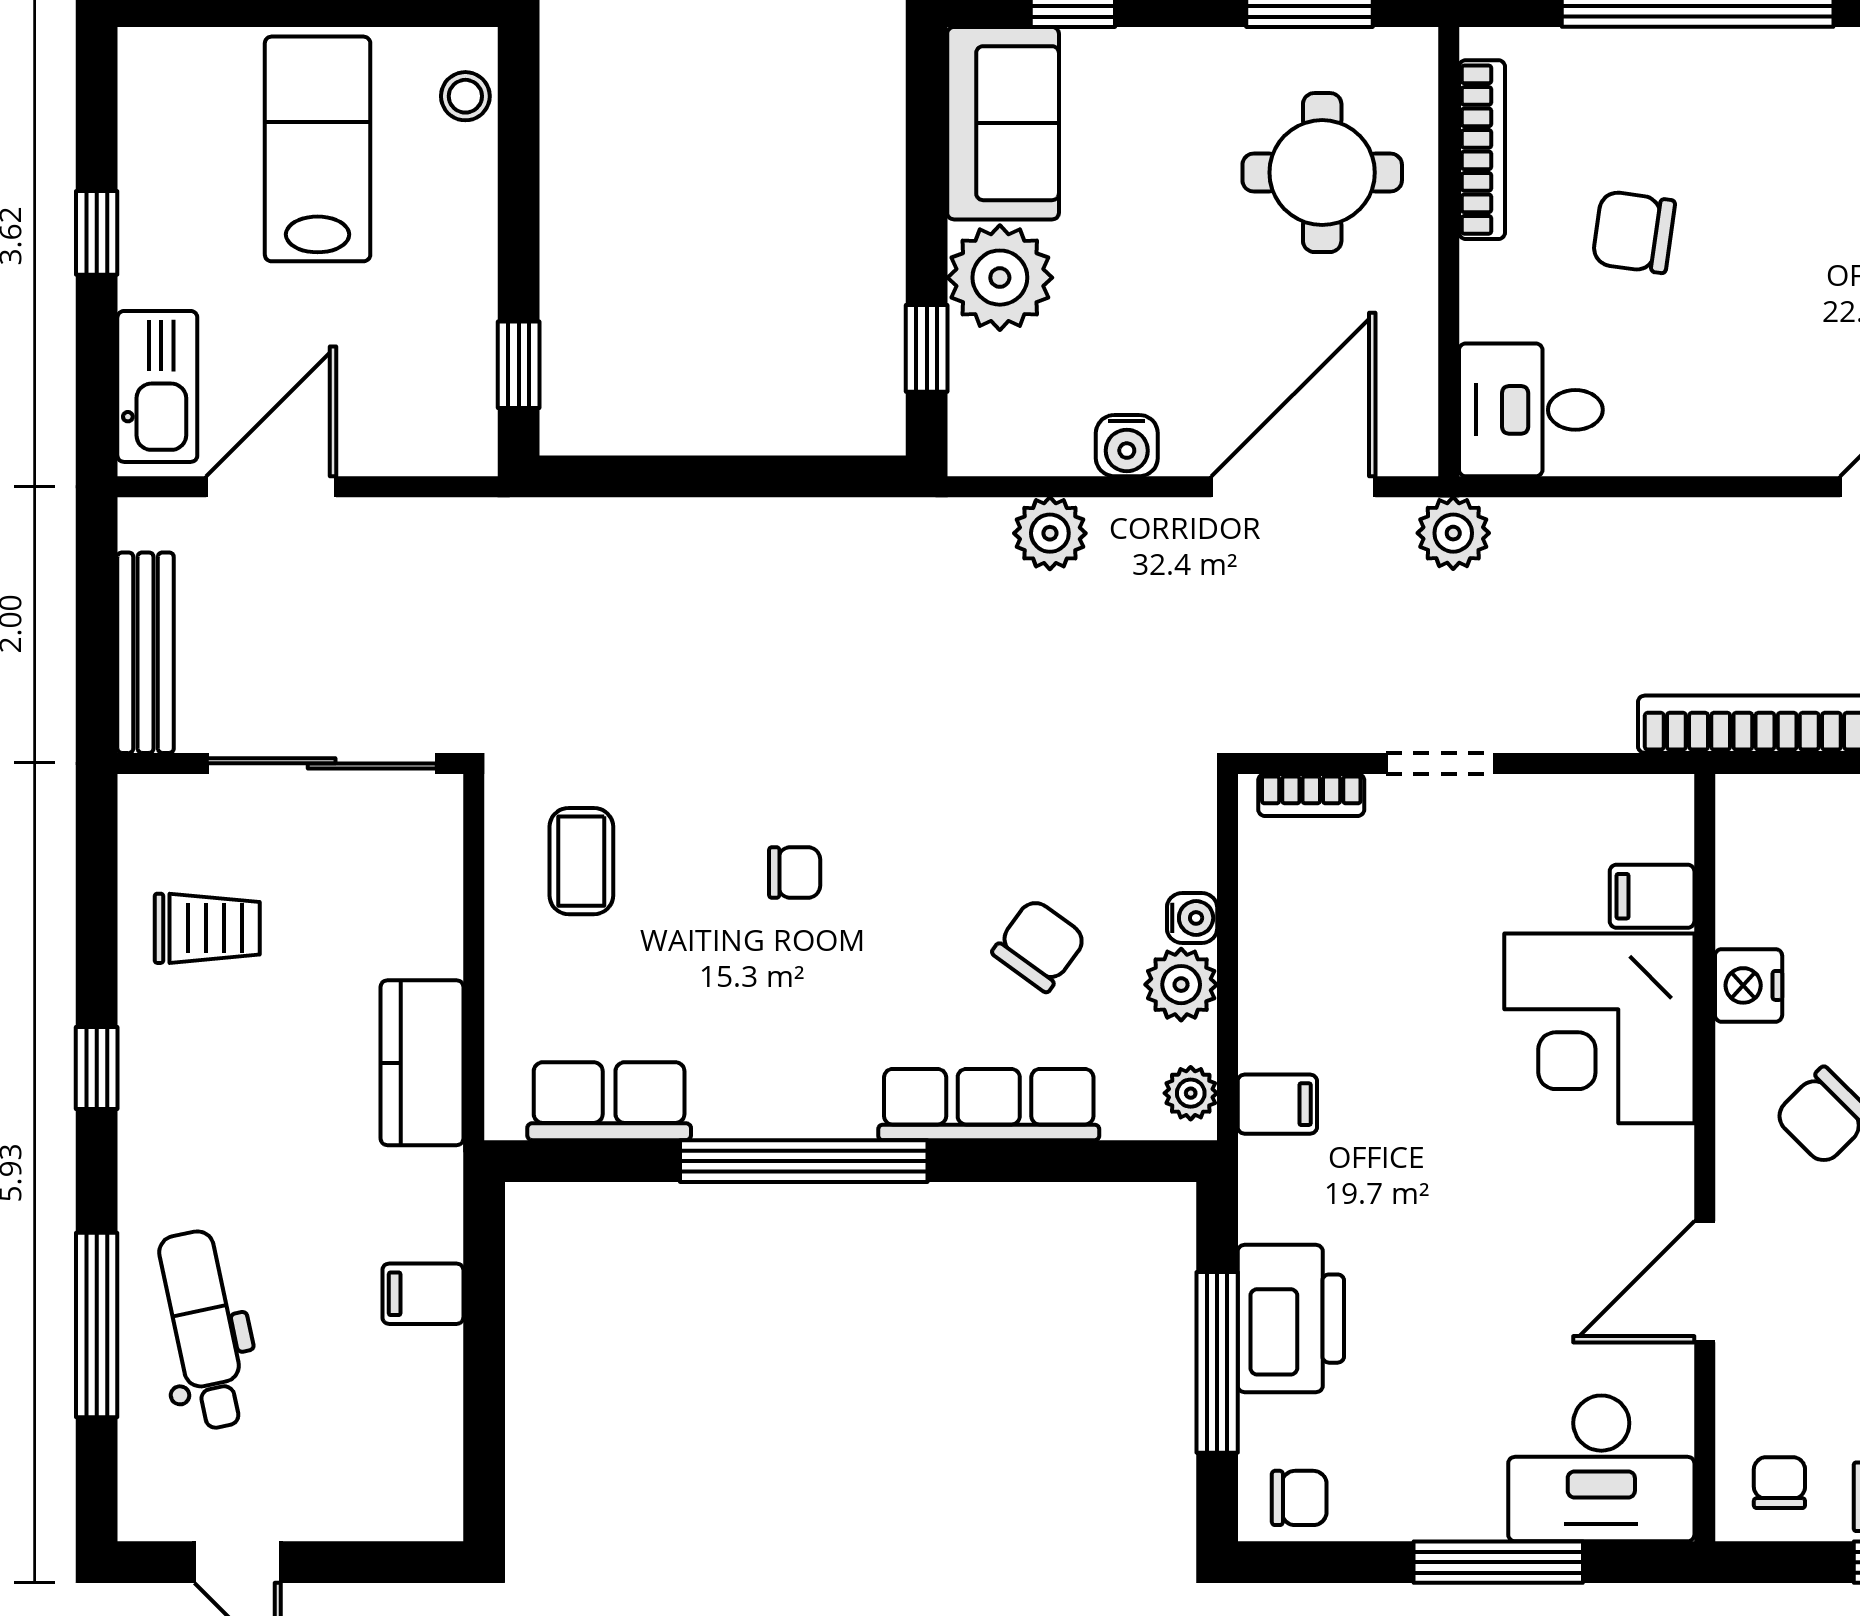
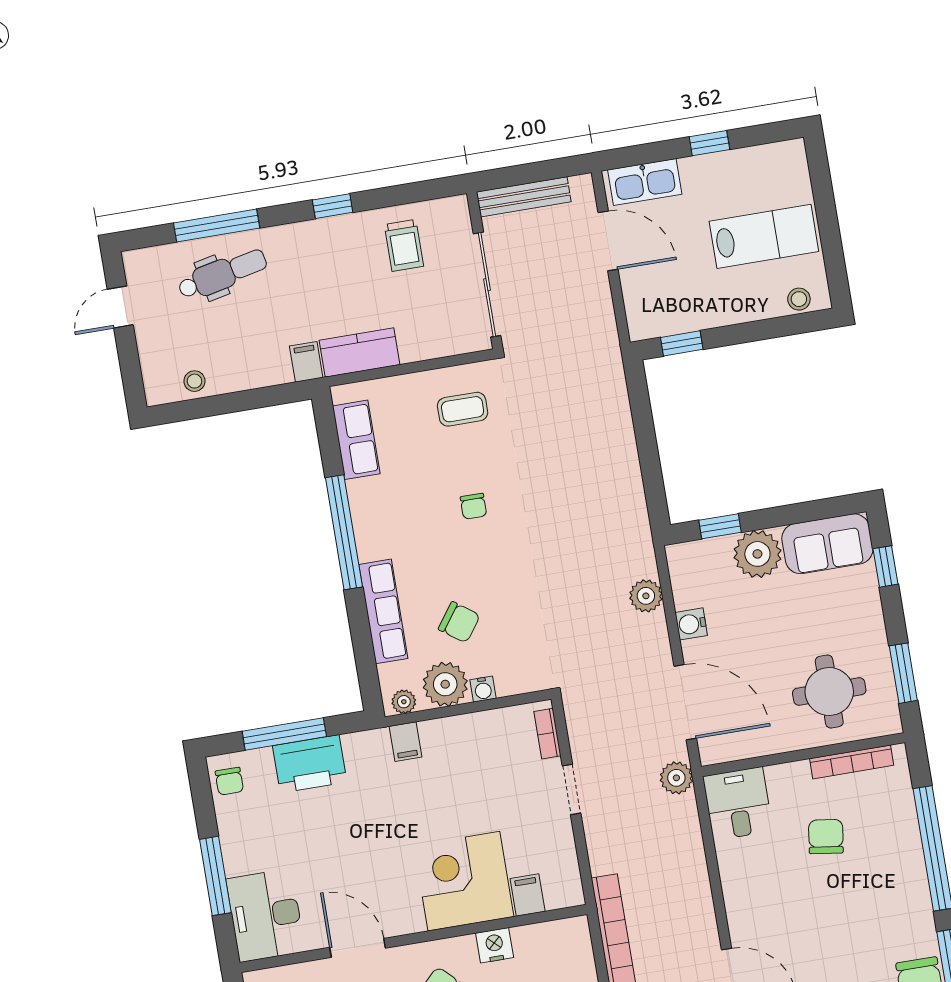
plant: (1181, 985) -> (445, 684), width x1.36, depth x1.36
filing cabinet: (423, 1294) -> (306, 362), moved
stool: (424, 1429) -> (194, 381), added

